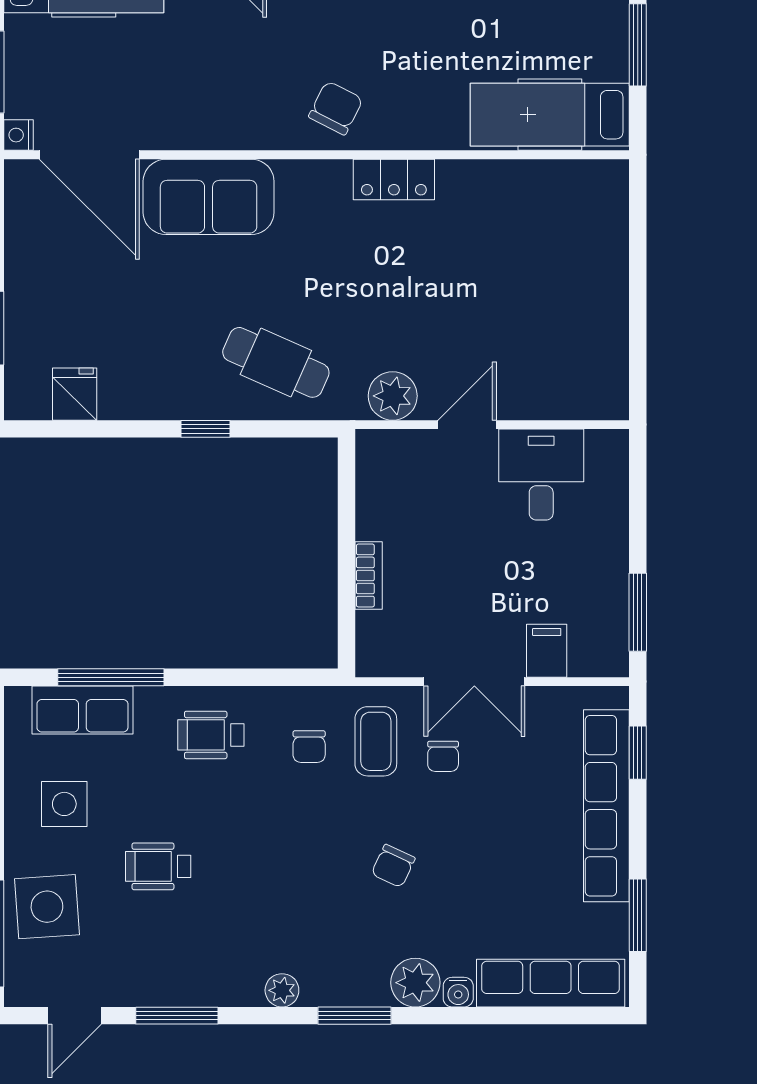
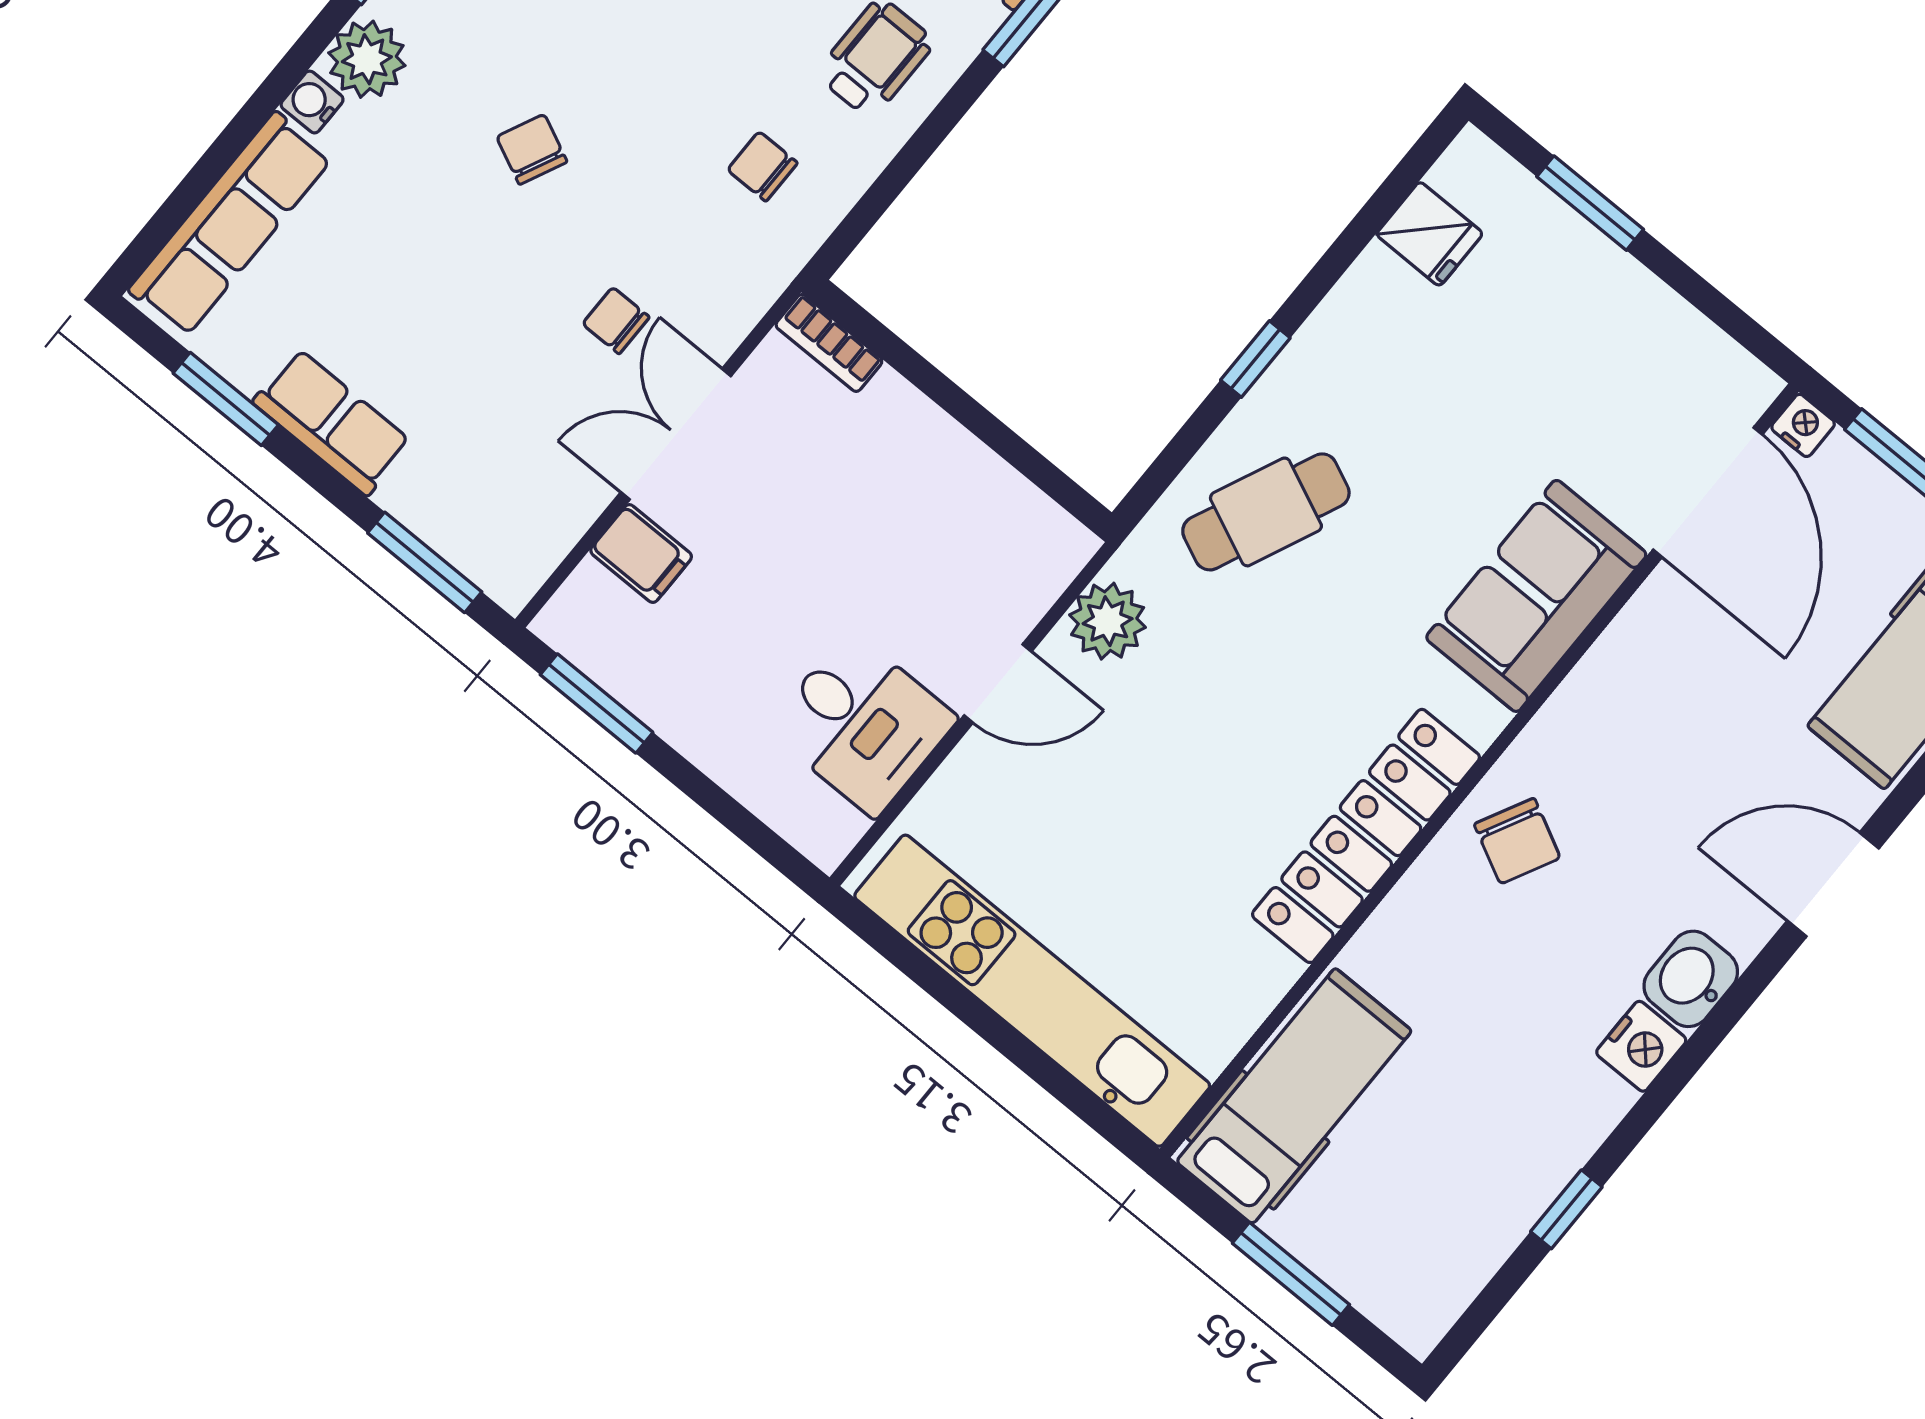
door: (89, 155) -> (1708, 492), swing flipped
locker: (394, 180) -> (1366, 836), width x2.16, depth x1.21
kitchen unit: (603, 285) -> (1032, 991), added
door: (467, 425) -> (998, 683), hinge flipped
bookcase: (369, 575) -> (829, 343), moved
coffee table: (376, 741) -> (702, 253), removed
window: (638, 753) -> (425, 562), width x1.50
row of seats: (606, 806) -> (332, 422), width x0.50

